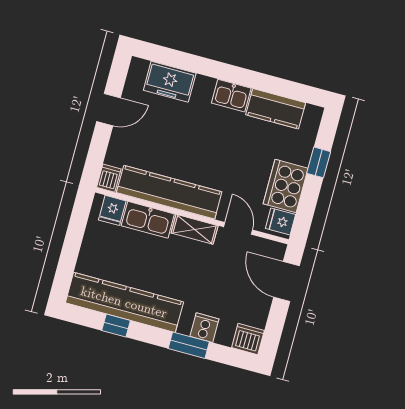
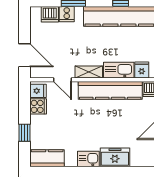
freezer: (170, 82) -> (115, 157), moved
kitchen counter: (276, 109) -> (47, 158), moved
cooker: (286, 186) -> (38, 106), width x0.53, depth x0.76
dishwasher: (248, 339) -> (50, 14), moved

